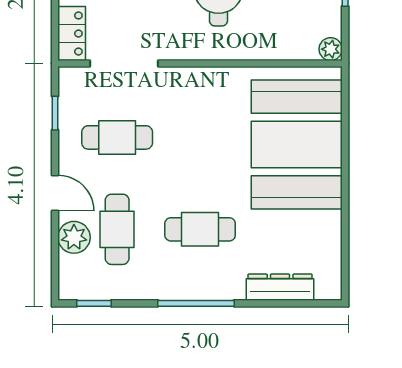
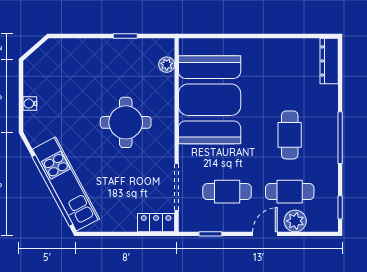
plant: (331, 49) -> (167, 65), moved
cafe table: (117, 137) -> (227, 192), turned 90
booth: (297, 144) -> (210, 100), moved, turned 90
dresser: (280, 287) -> (329, 61), moved

